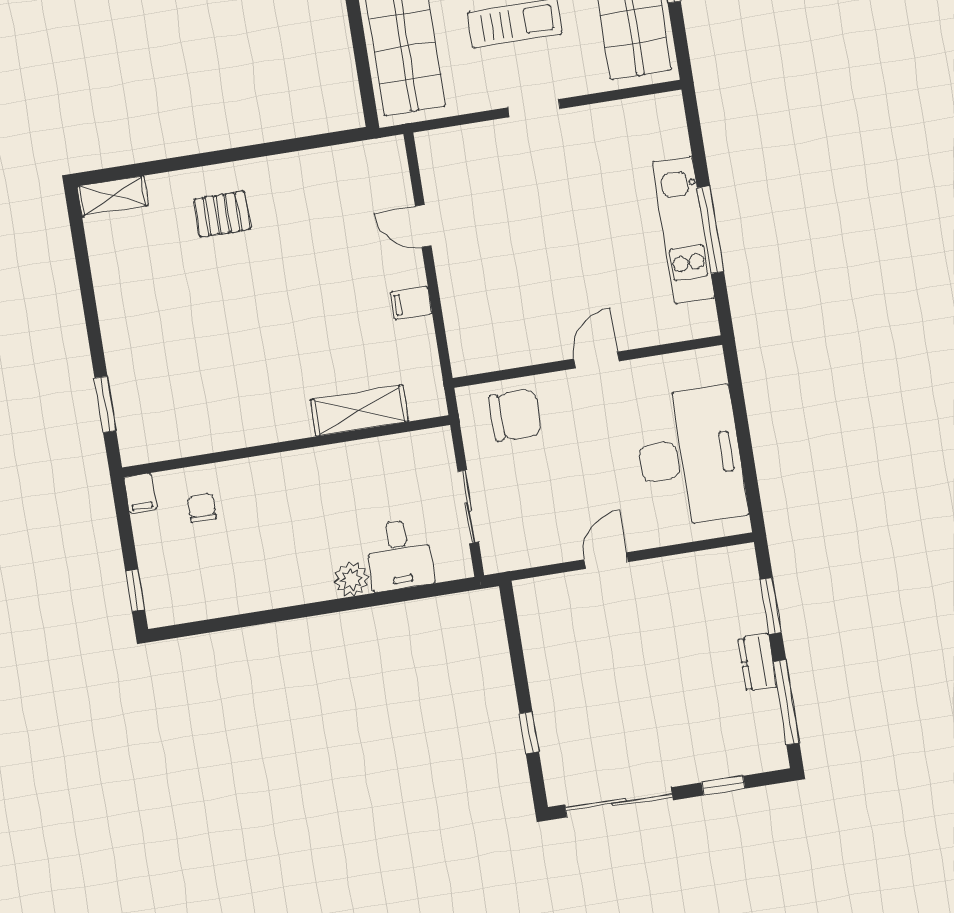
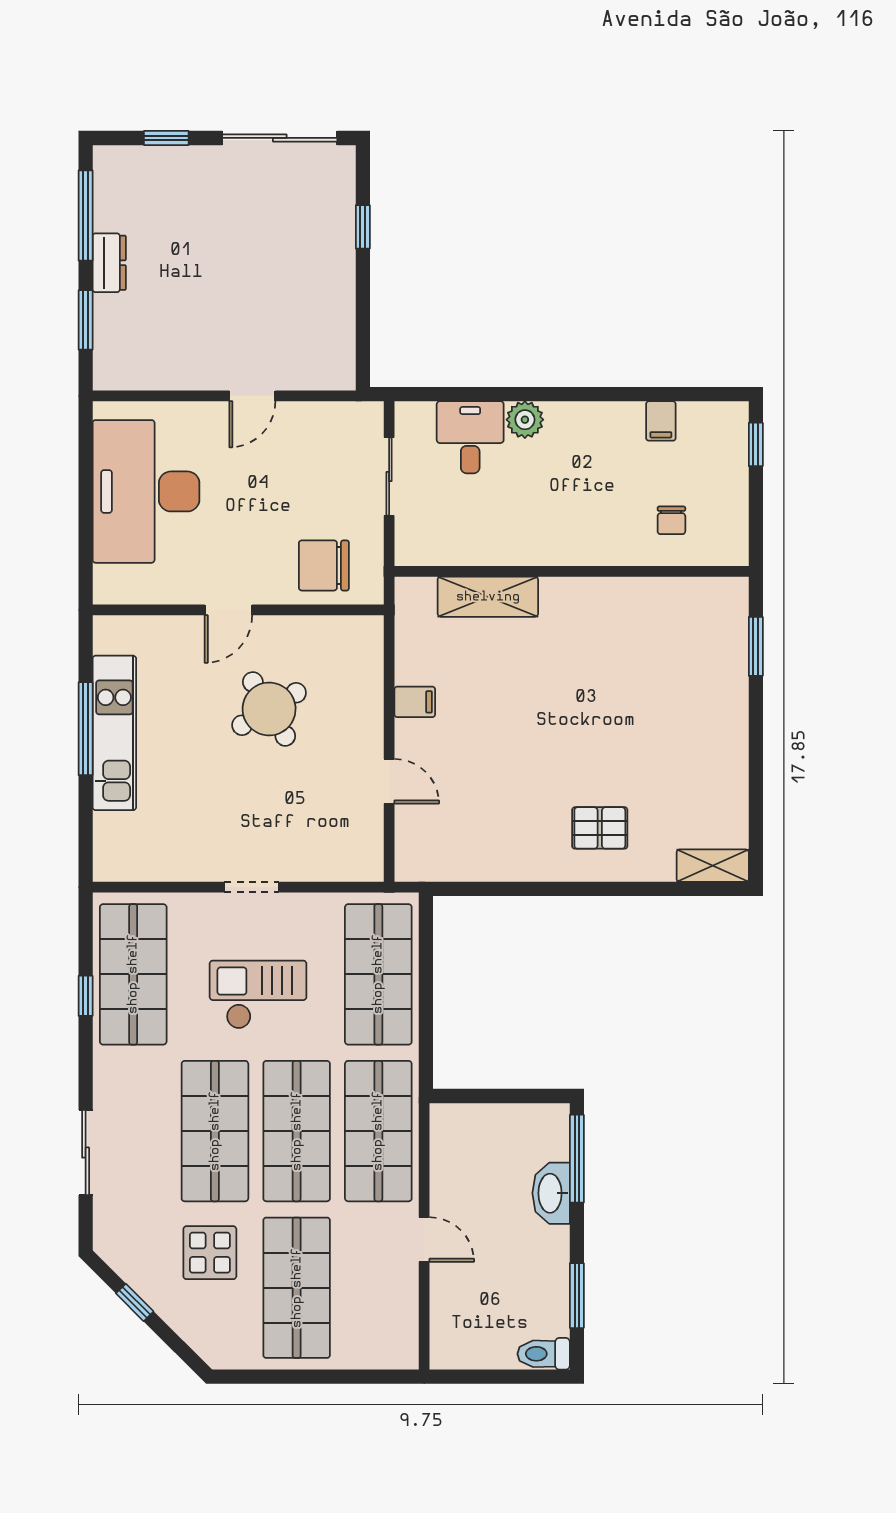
round table: (544, 275) -> (269, 709), added
filing cabinet: (140, 493) -> (661, 421), moved, turned 180

